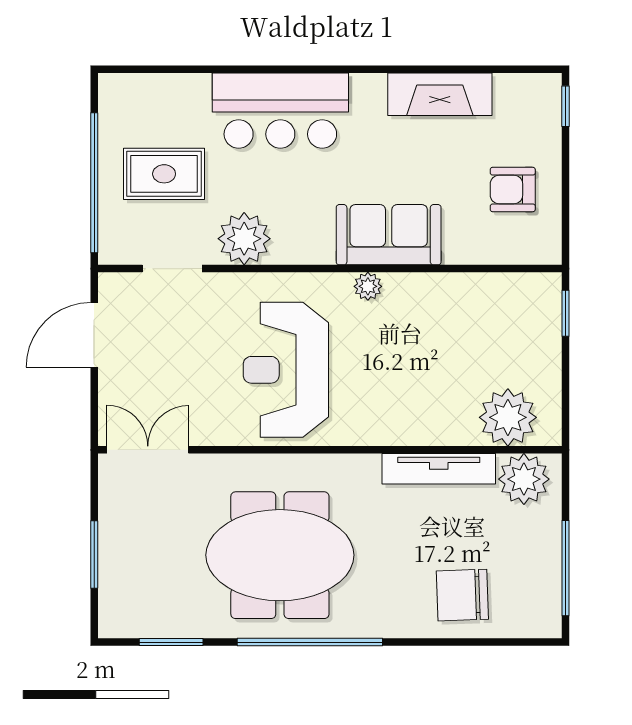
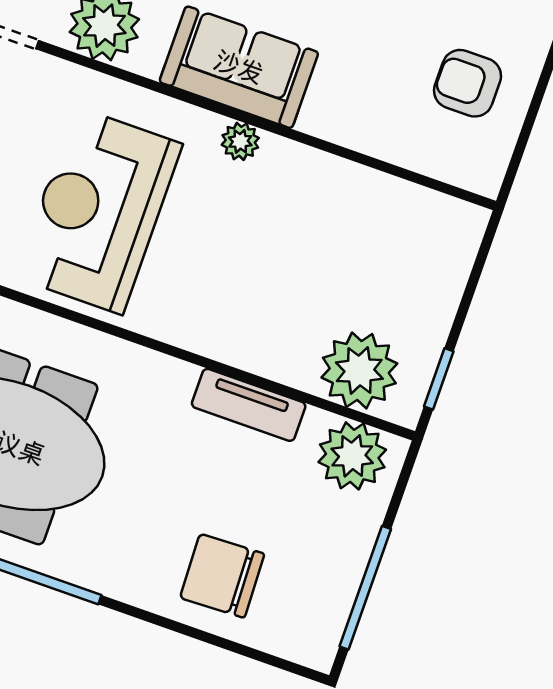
sofa: (389, 235) -> (239, 67), moved
window: (565, 313) -> (439, 379), moved
tv unit: (439, 469) -> (249, 405), width x0.71

